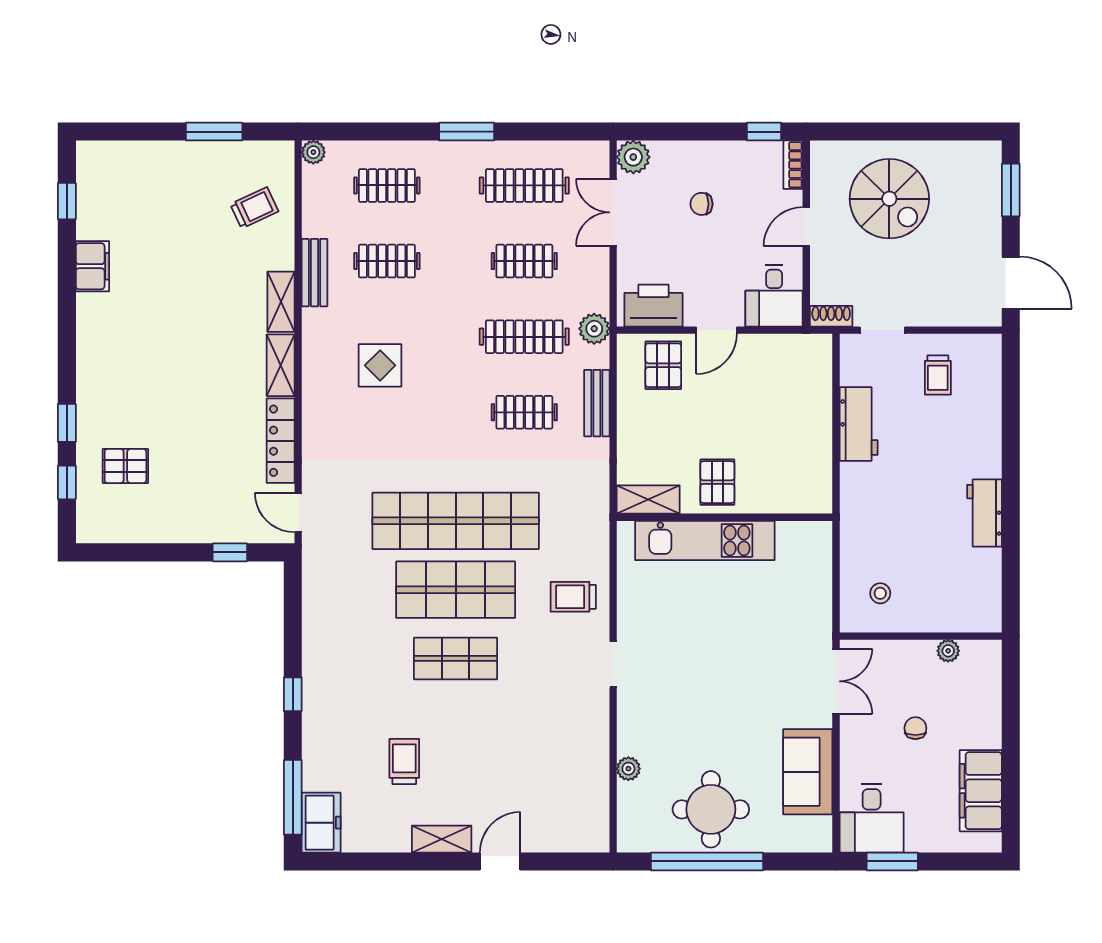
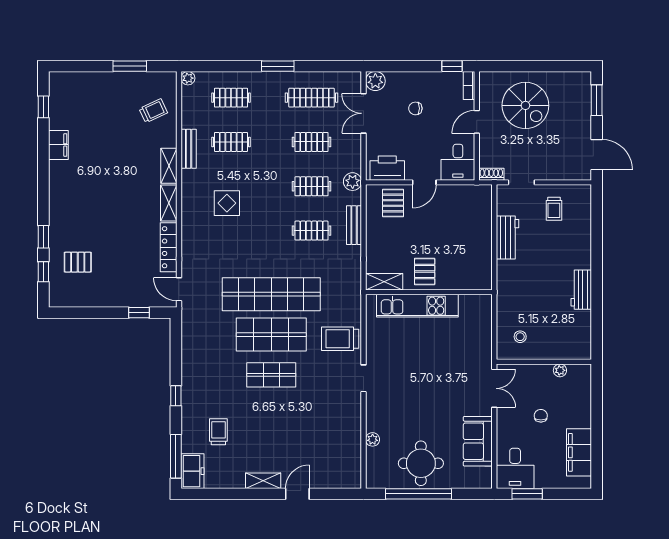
clothes rail: (524, 337) -> (312, 186), width x0.73
trolley: (573, 597) -> (340, 339), width x1.36, depth x1.39
trolley: (404, 762) -> (218, 432), moved

